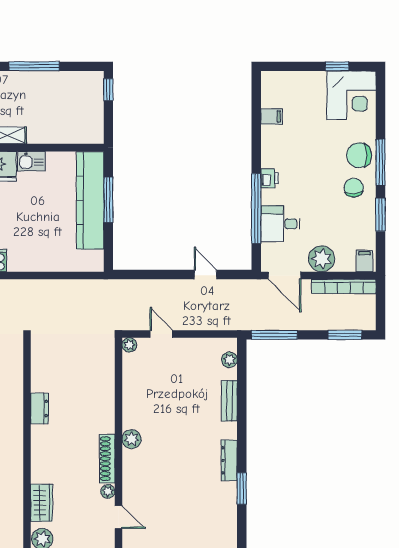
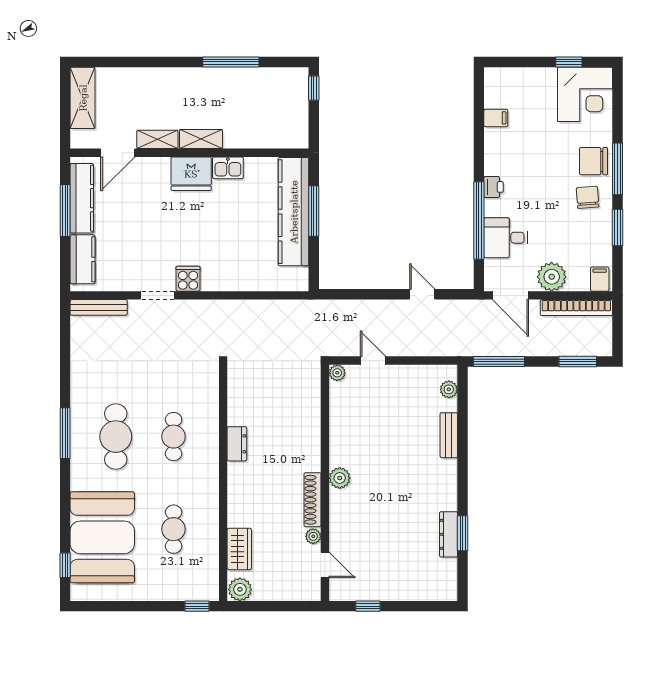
dresser: (229, 460) -> (449, 534), moved

